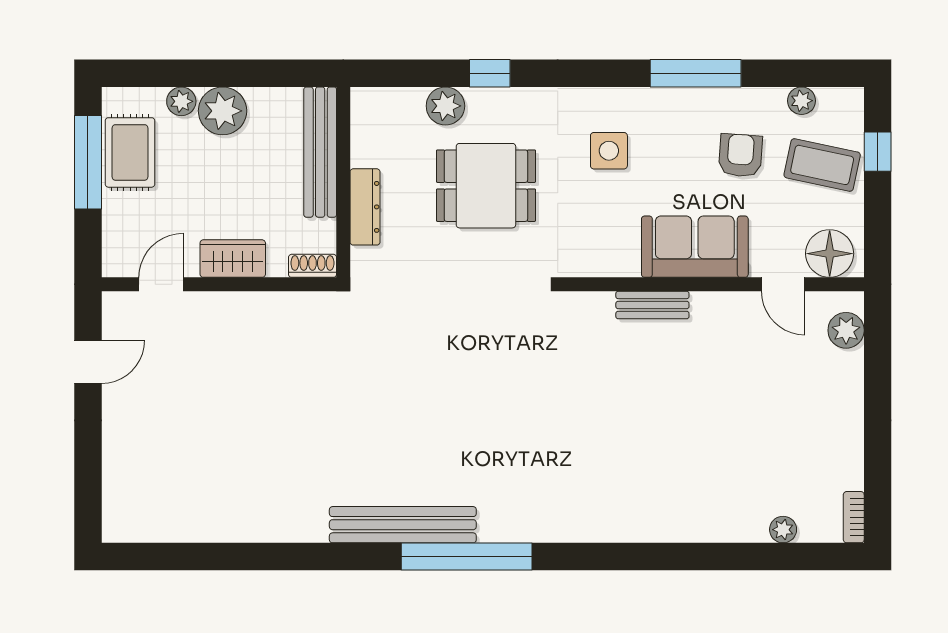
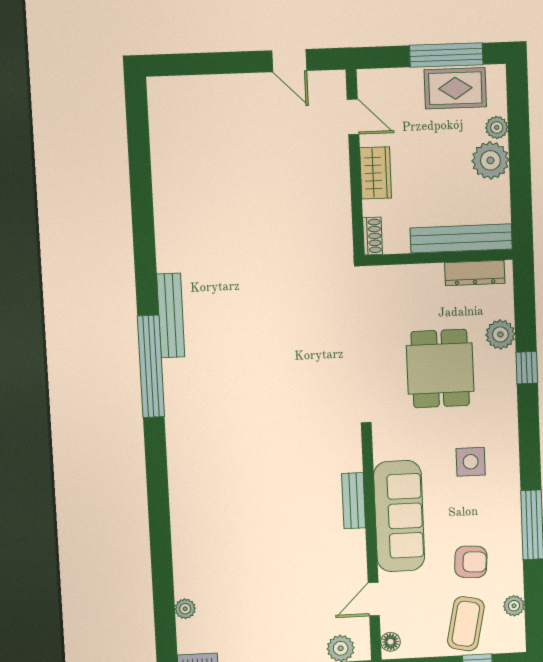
dresser: (365, 207) -> (475, 273), moved
sofa: (695, 247) -> (399, 516), width x1.36
floor lamp: (830, 254) -> (391, 642), width x0.53, depth x0.53
bench: (403, 525) -> (171, 316), width x0.73, depth x0.82

